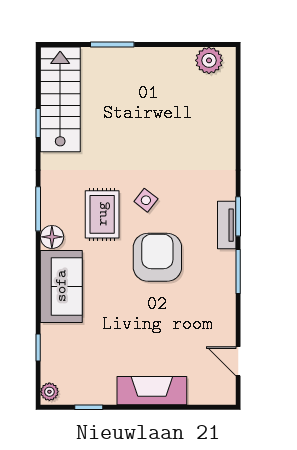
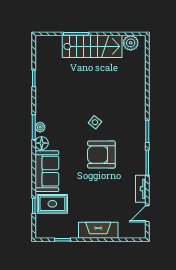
stairs: (60, 99) -> (92, 46), moved, turned 90
rug: (102, 214) -> (52, 204), moved, turned 90
tv unit: (227, 225) -> (141, 189), moved
armchair: (157, 257) -> (101, 155), turned -90
door: (238, 361) -> (147, 214), hinge flipped
plant: (49, 392) -> (40, 127), moved

